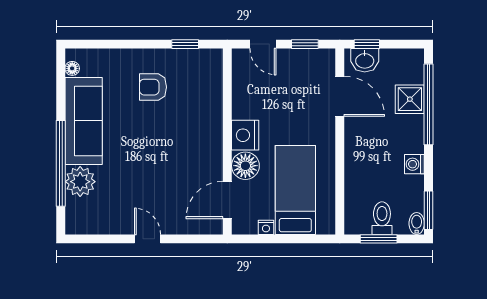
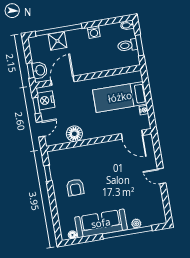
nightstand: (245, 135) -> (46, 100), moved, turned 90
floor lamp: (245, 166) -> (74, 134), moved
plant: (80, 182) -> (136, 224), width x0.53, depth x0.53
window: (428, 210) -> (119, 20), removed
door: (147, 239) -> (162, 176), hinge flipped

